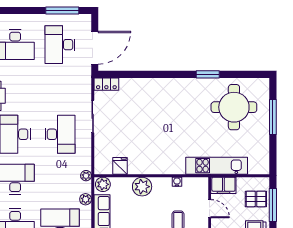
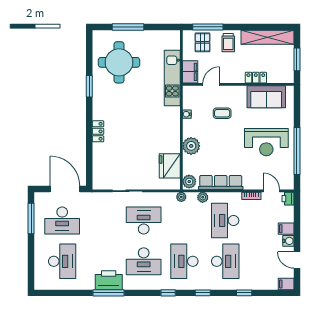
locker: (106, 84) -> (98, 131), moved
fridge: (120, 166) -> (170, 166), width x1.88, depth x1.34

